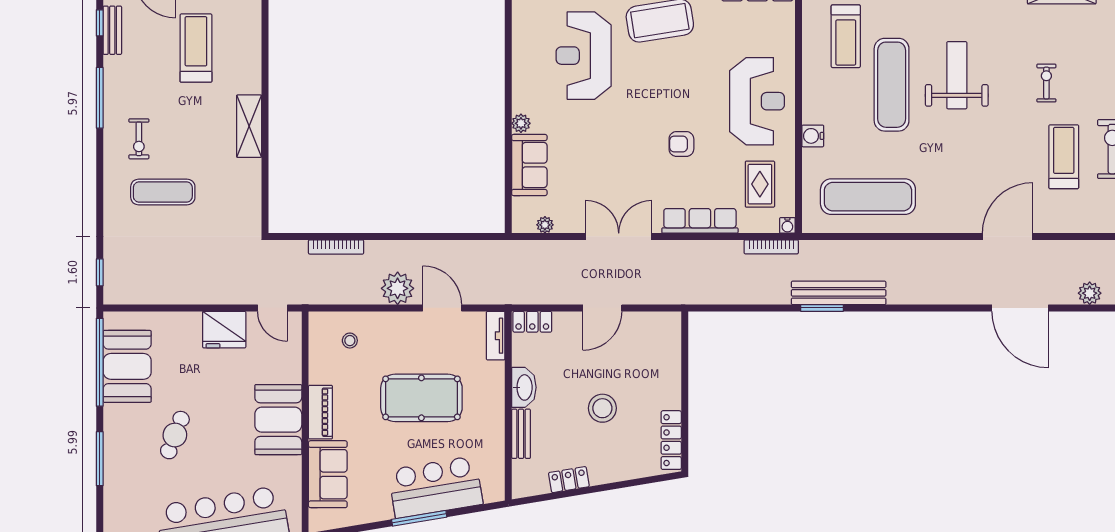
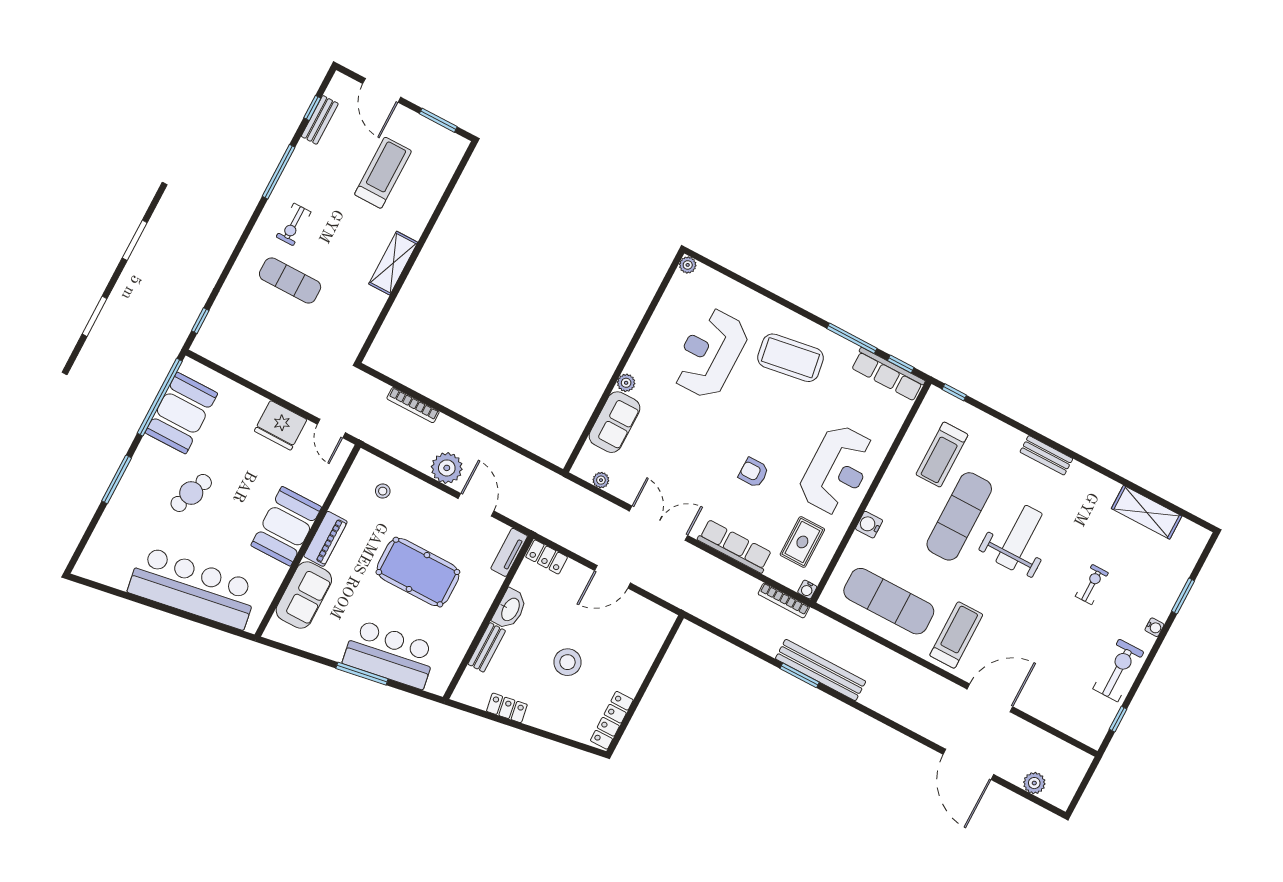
treadmill: (1064, 157) -> (956, 635), moved

